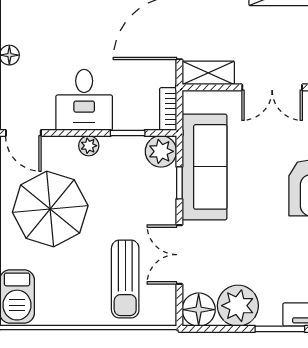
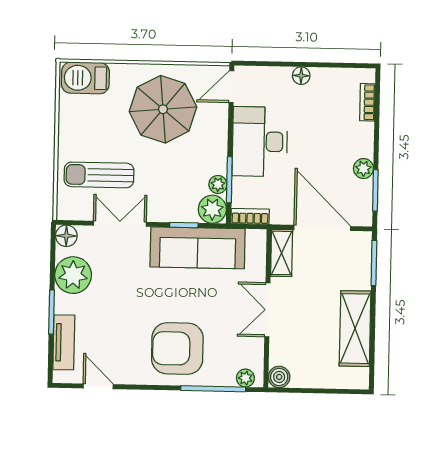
desk: (84, 100) -> (260, 142), width x1.37
window: (128, 133) -> (229, 180), width x1.50
plant: (89, 146) -> (218, 184), moved
floor lamp: (199, 310) -> (66, 236), width x0.73, depth x0.73

